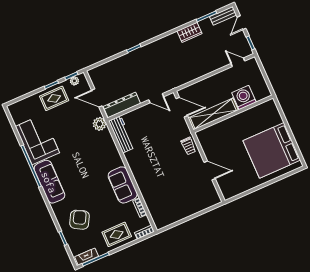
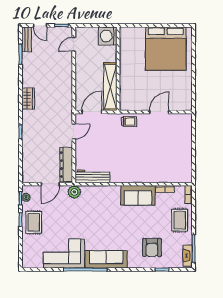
wardrobe: (189, 32) -> (28, 98), moved
washing machine: (244, 98) -> (108, 36), moved
armchair: (80, 220) -> (152, 247), turned -119

